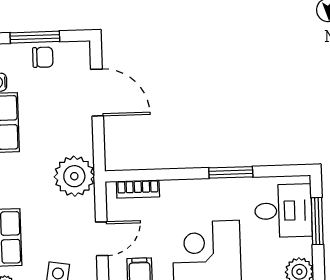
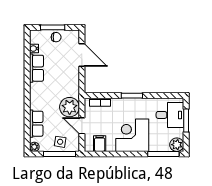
window: (231, 172) -> (132, 96), moved
plant: (74, 176) -> (70, 107), moved
door: (102, 239) -> (82, 126), swing flipped

